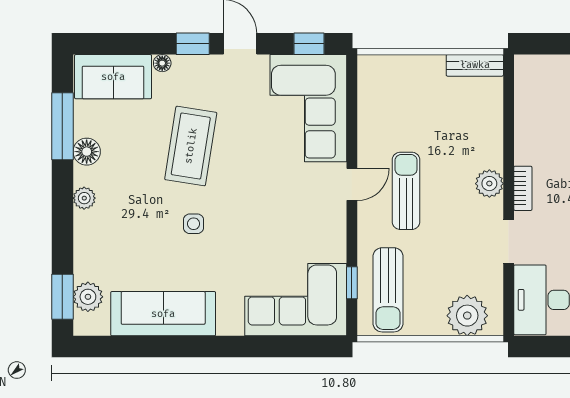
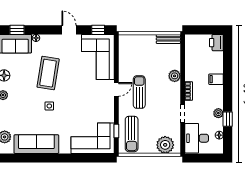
window: (193, 44) -> (17, 30), moved
plant: (489, 184) -> (175, 76), moved

